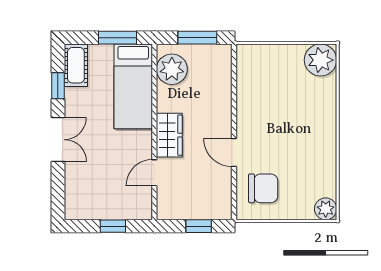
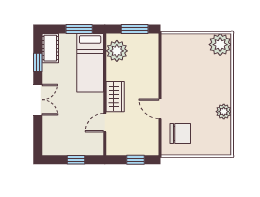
plant: (326, 209) -> (224, 112), moved

